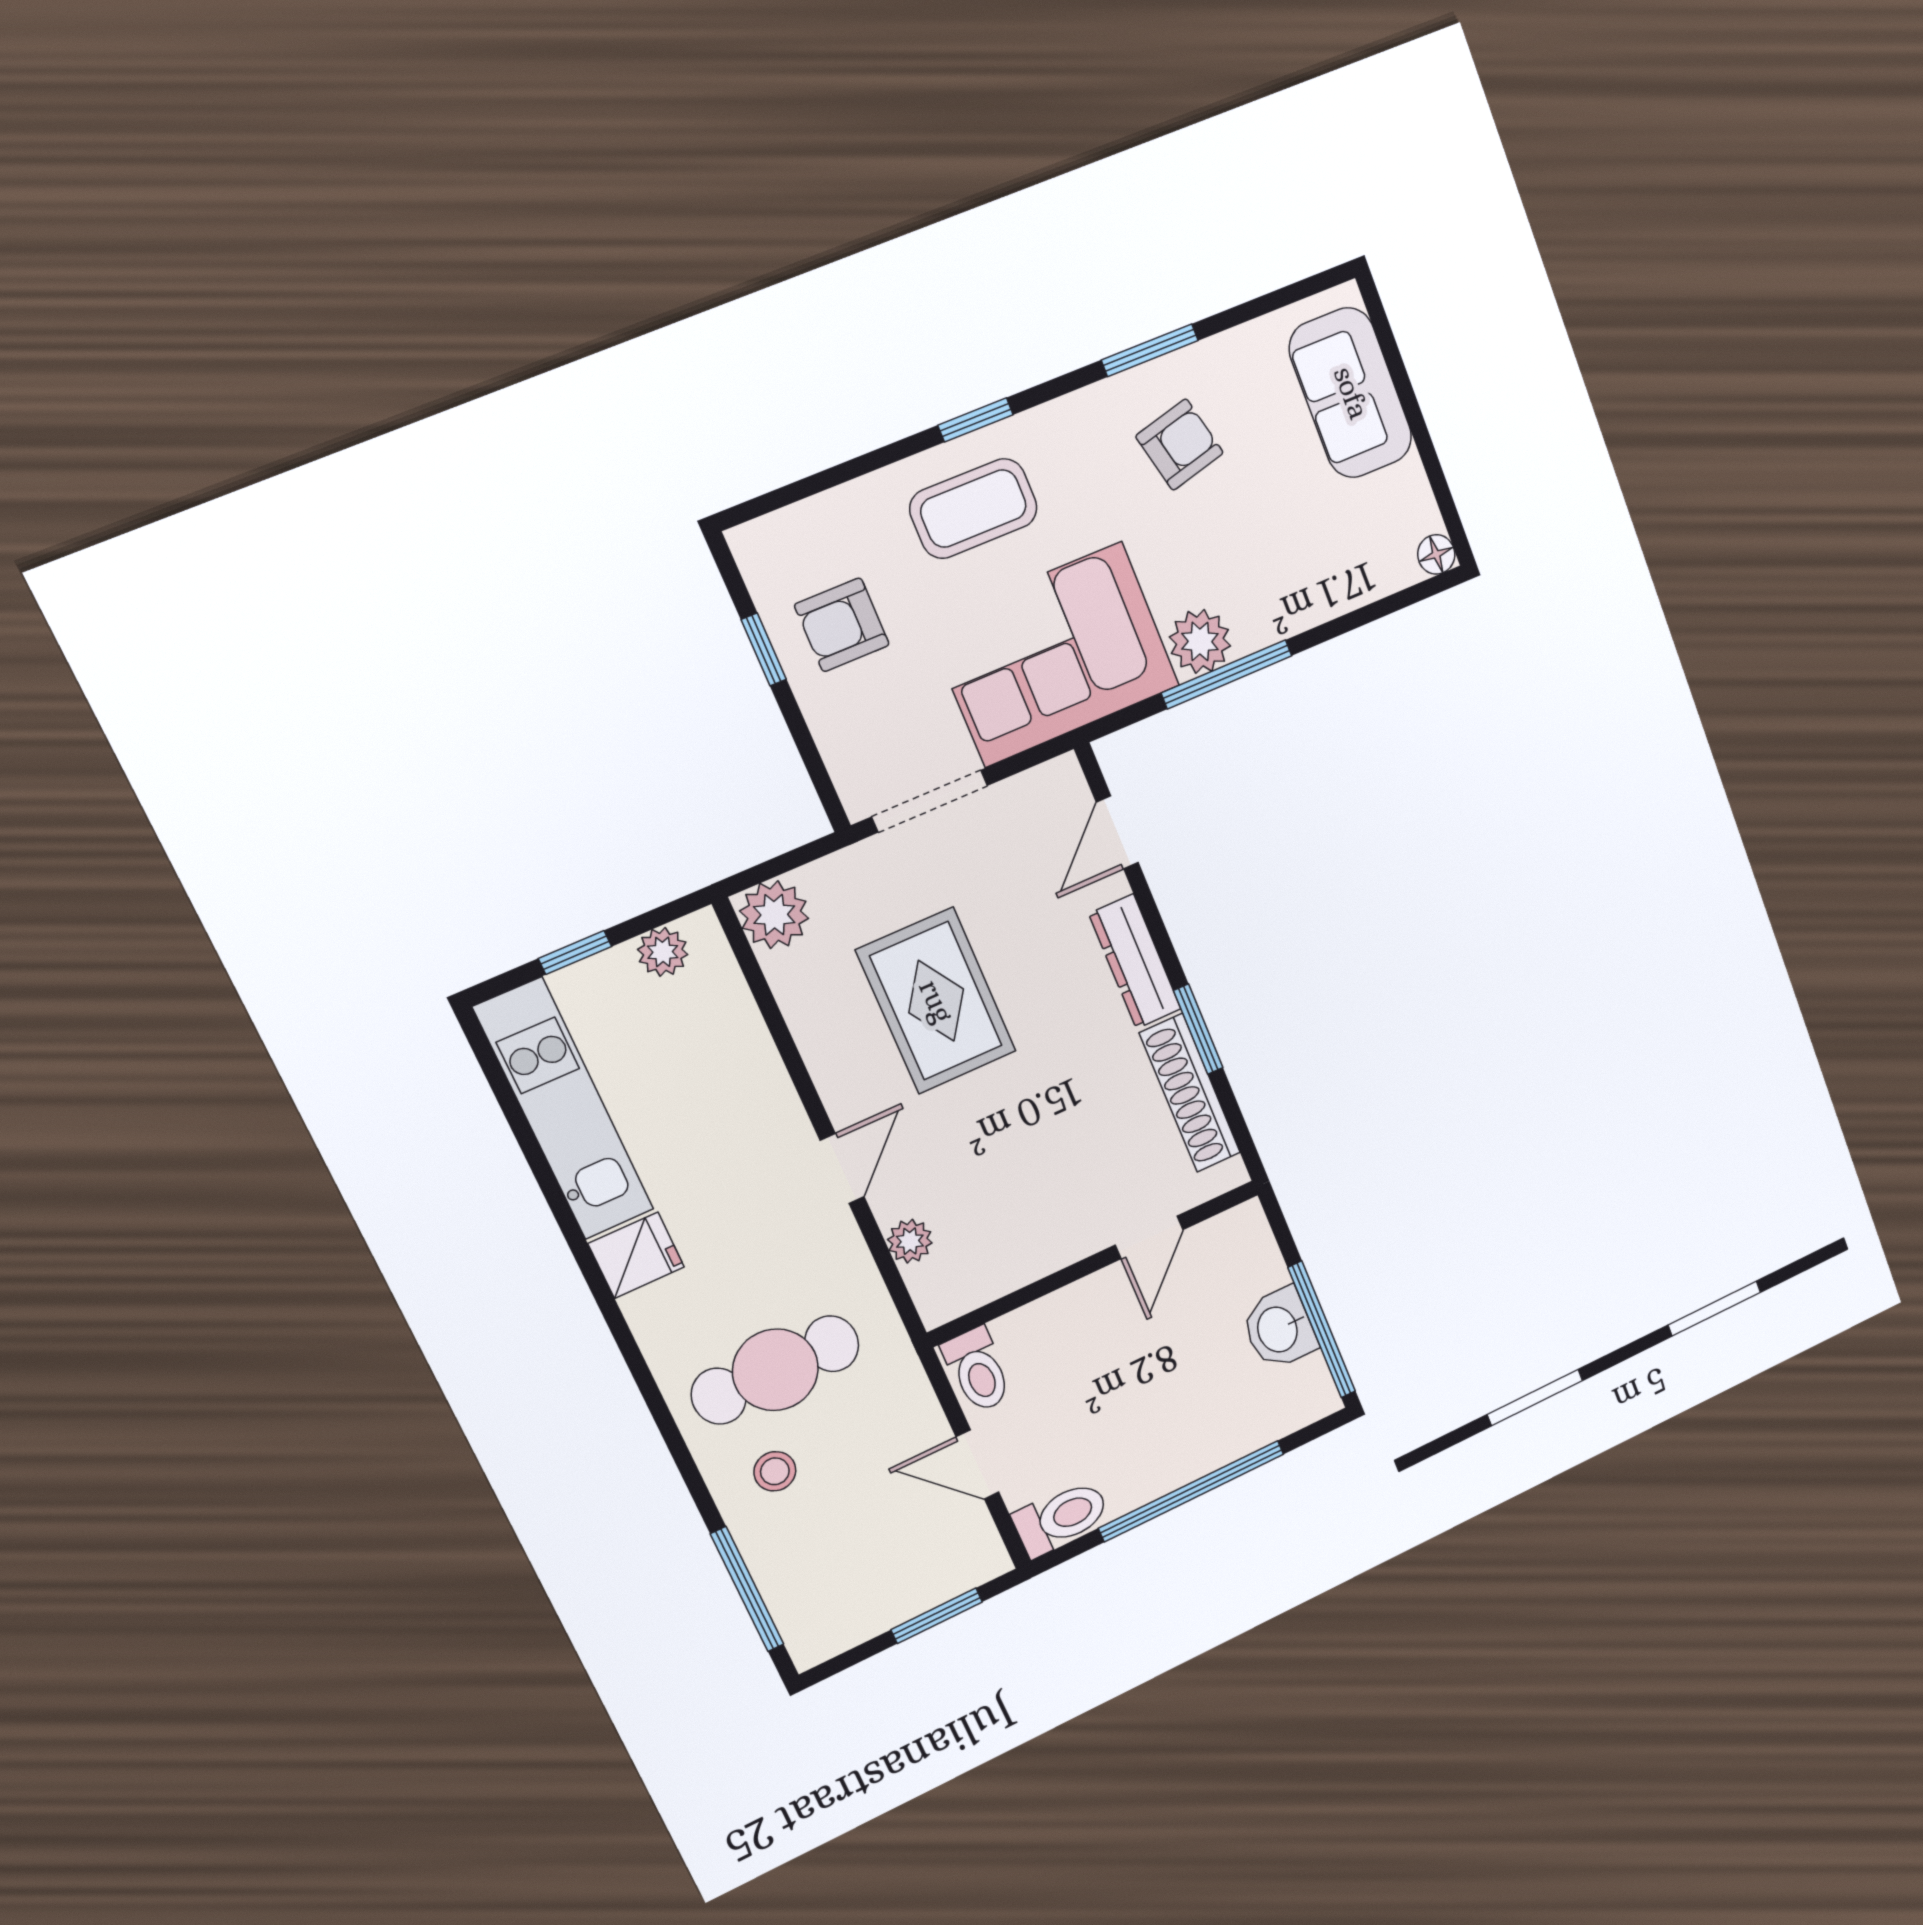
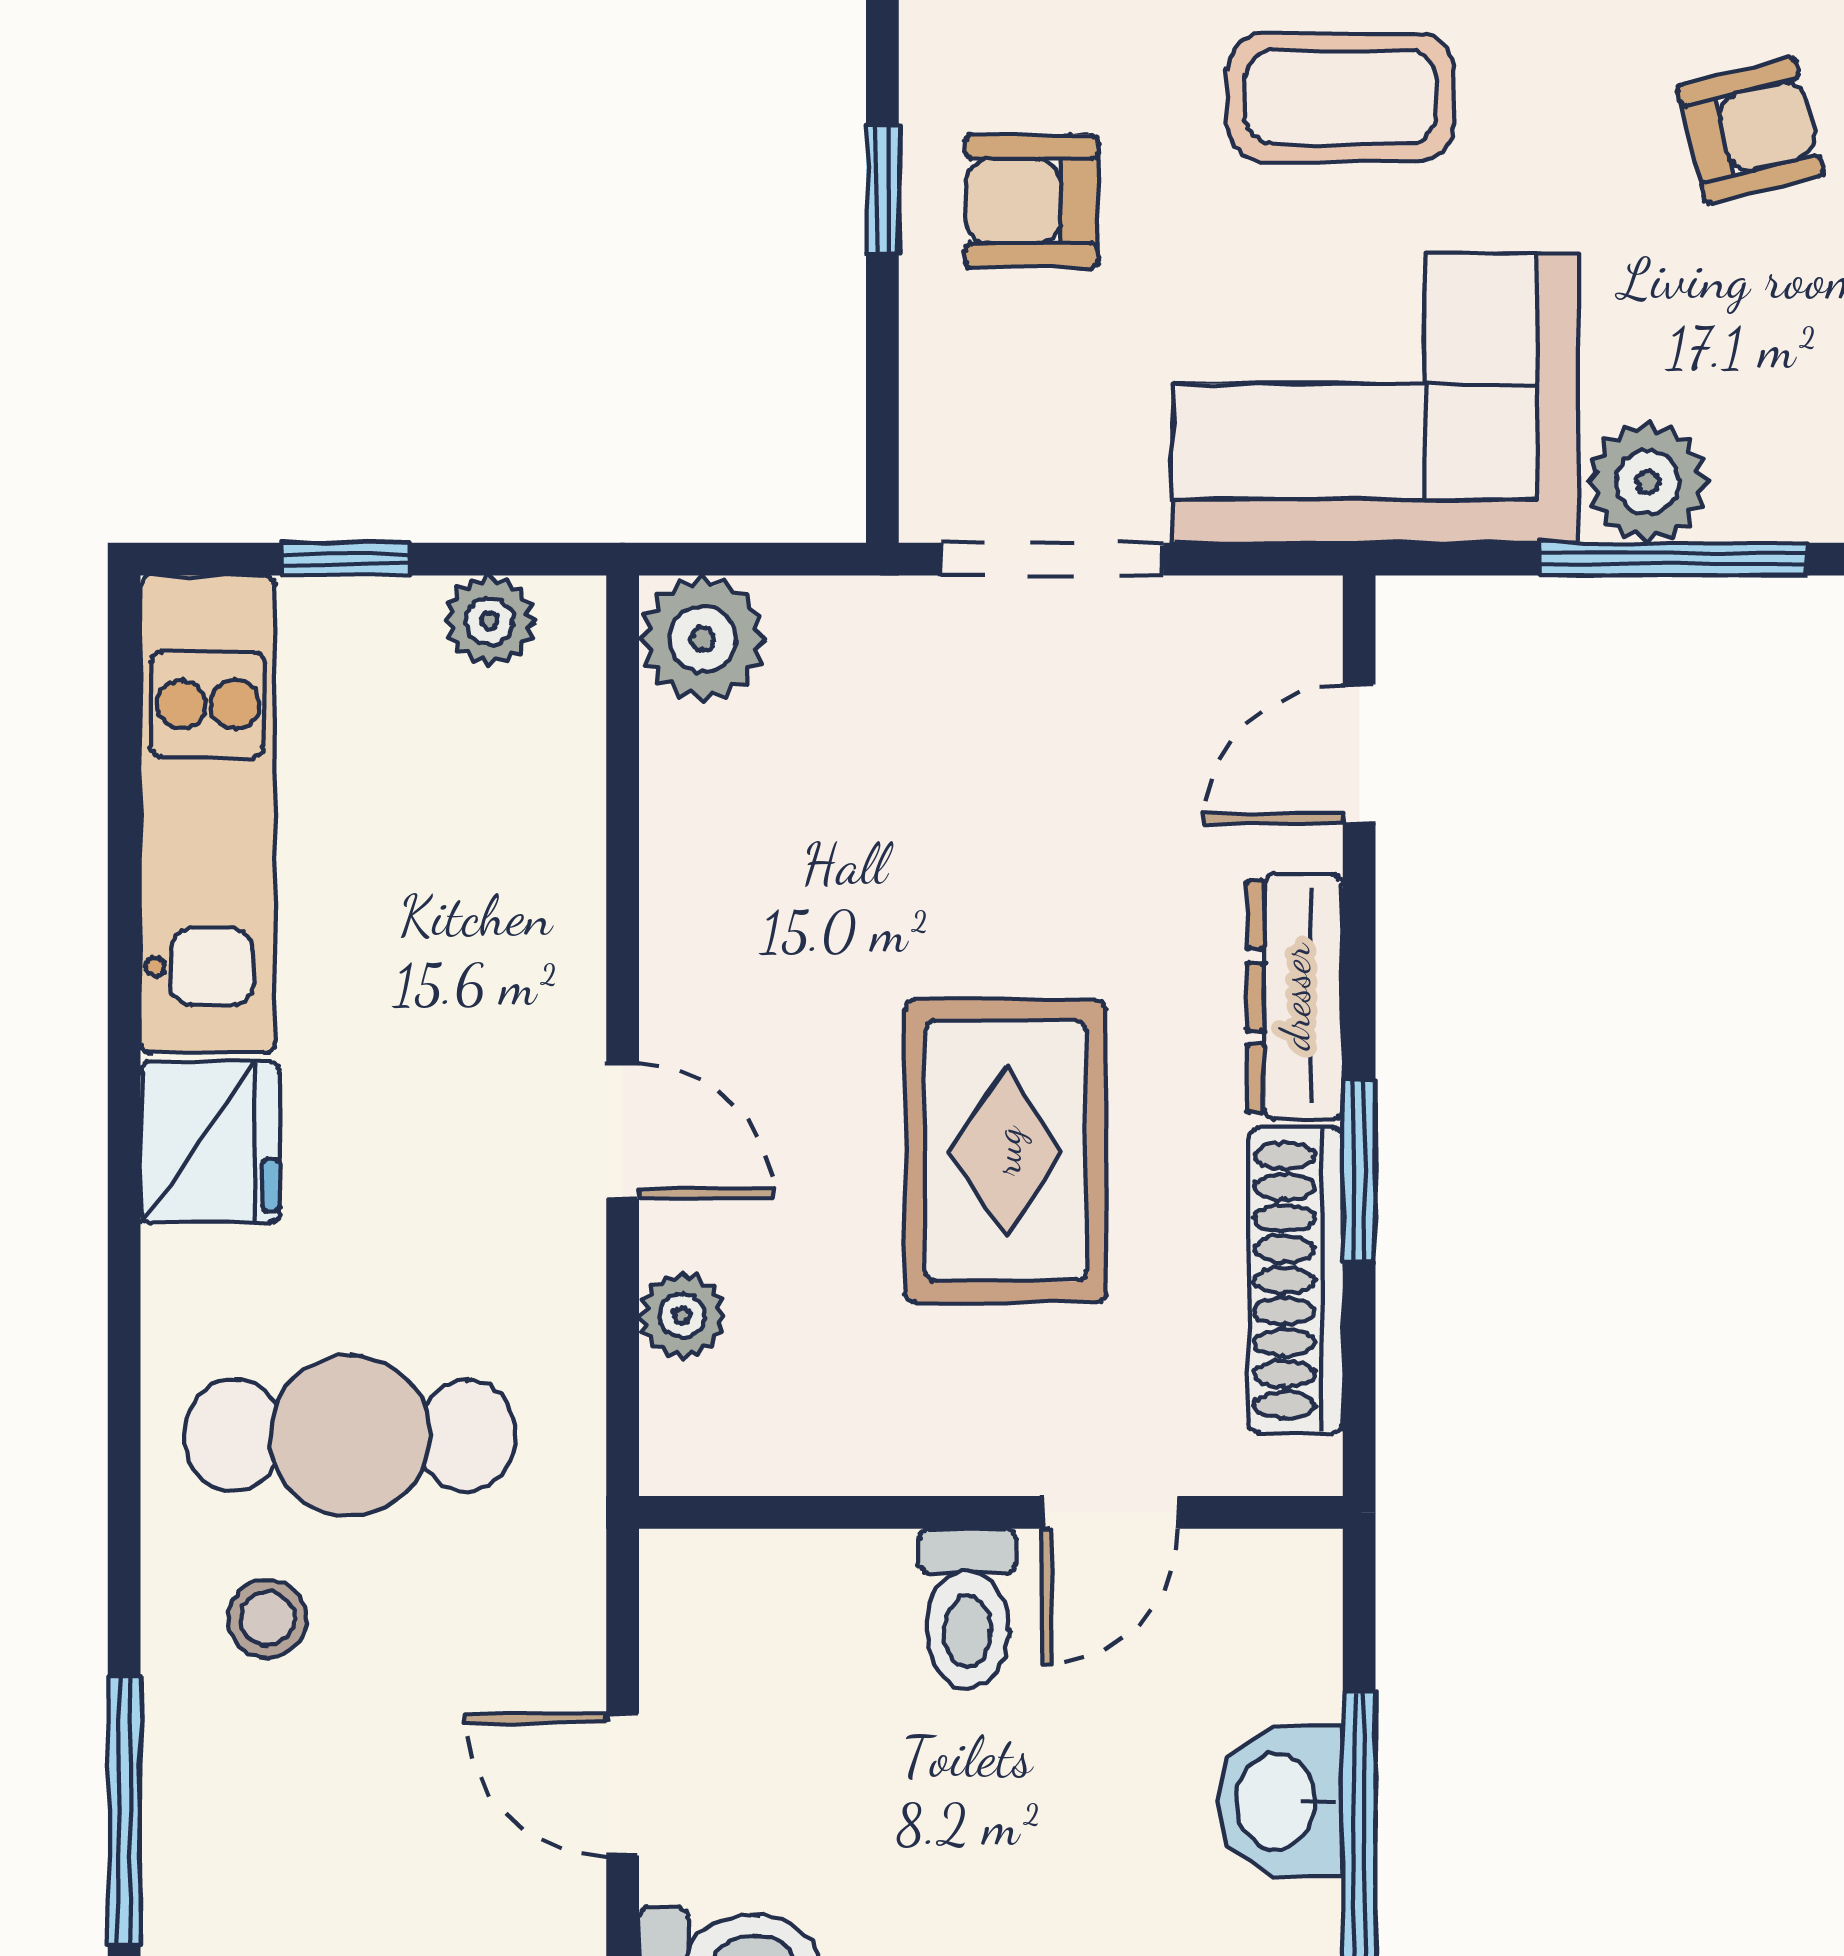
rug: (936, 1001) -> (1006, 1151), moved
door: (842, 1168) -> (623, 1131), hinge flipped
fridge: (636, 1255) -> (210, 1143), width x1.38
toilet: (977, 1370) -> (968, 1609), moved

